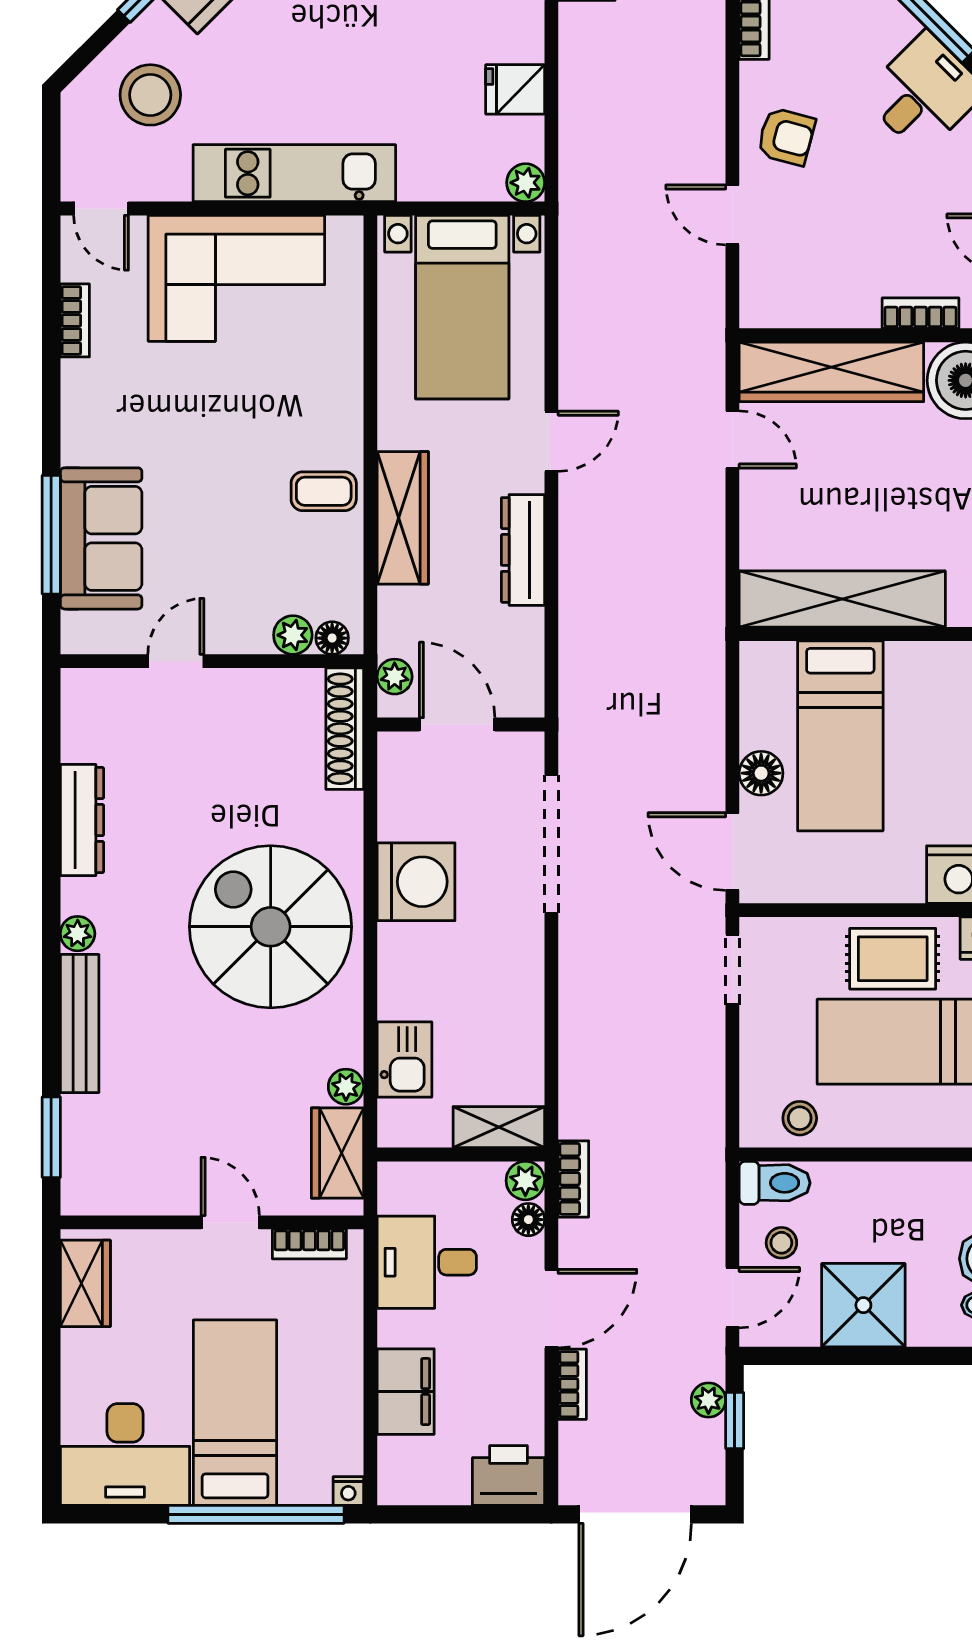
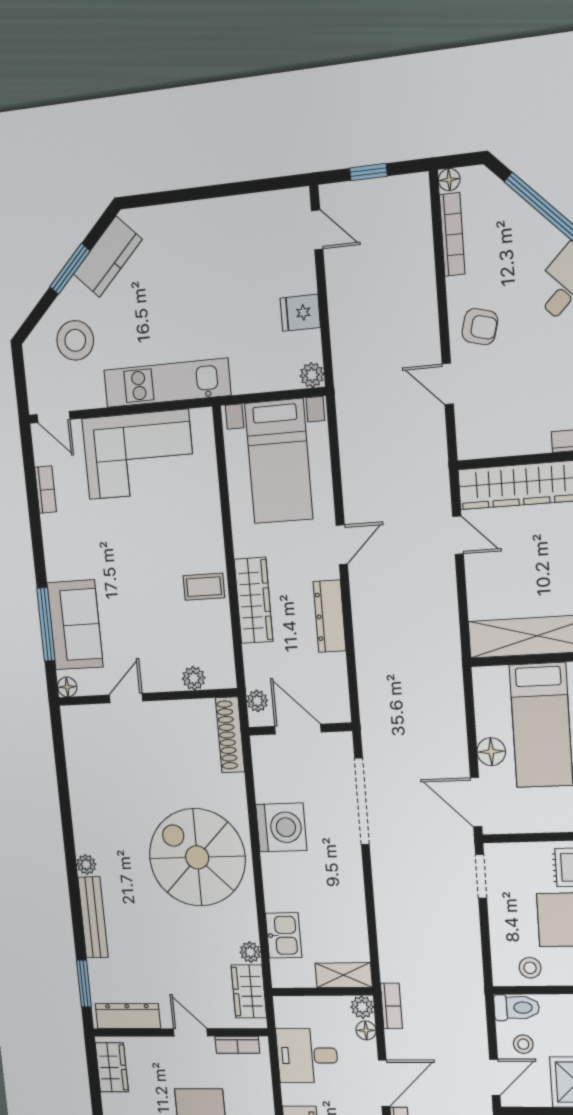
floor lamp: (332, 638) -> (67, 687), moved
dresser: (82, 820) -> (128, 1016), moved, turned -90

